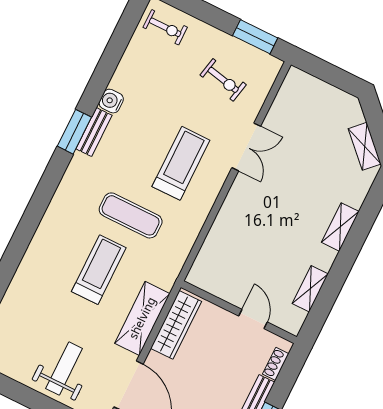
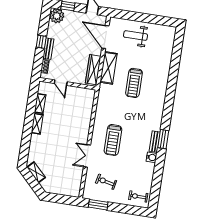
exercise mat: (131, 215) -> (128, 111), removed
shelving: (340, 227) -> (37, 124), moved
weight bench: (64, 369) -> (135, 36), turned 90

